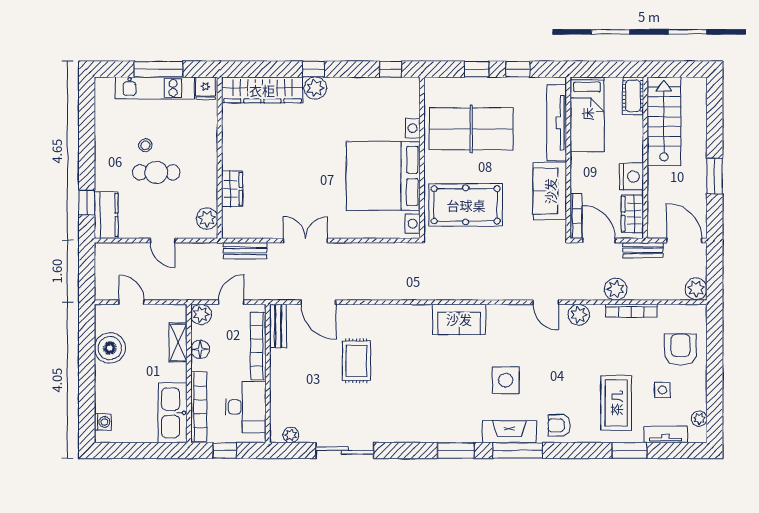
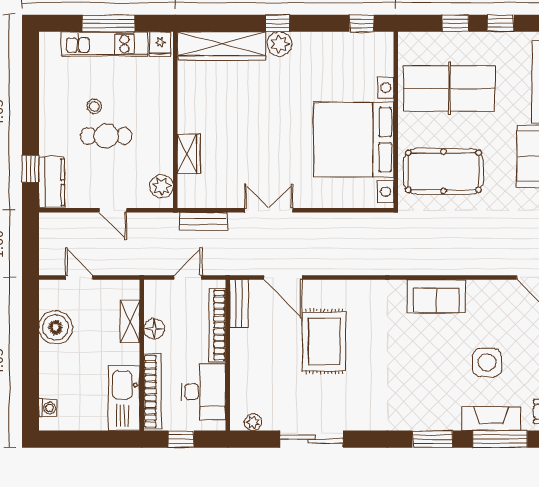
plant: (201, 314) -> (155, 291), removed
rug: (356, 361) -> (324, 341), width x1.36, depth x1.43

